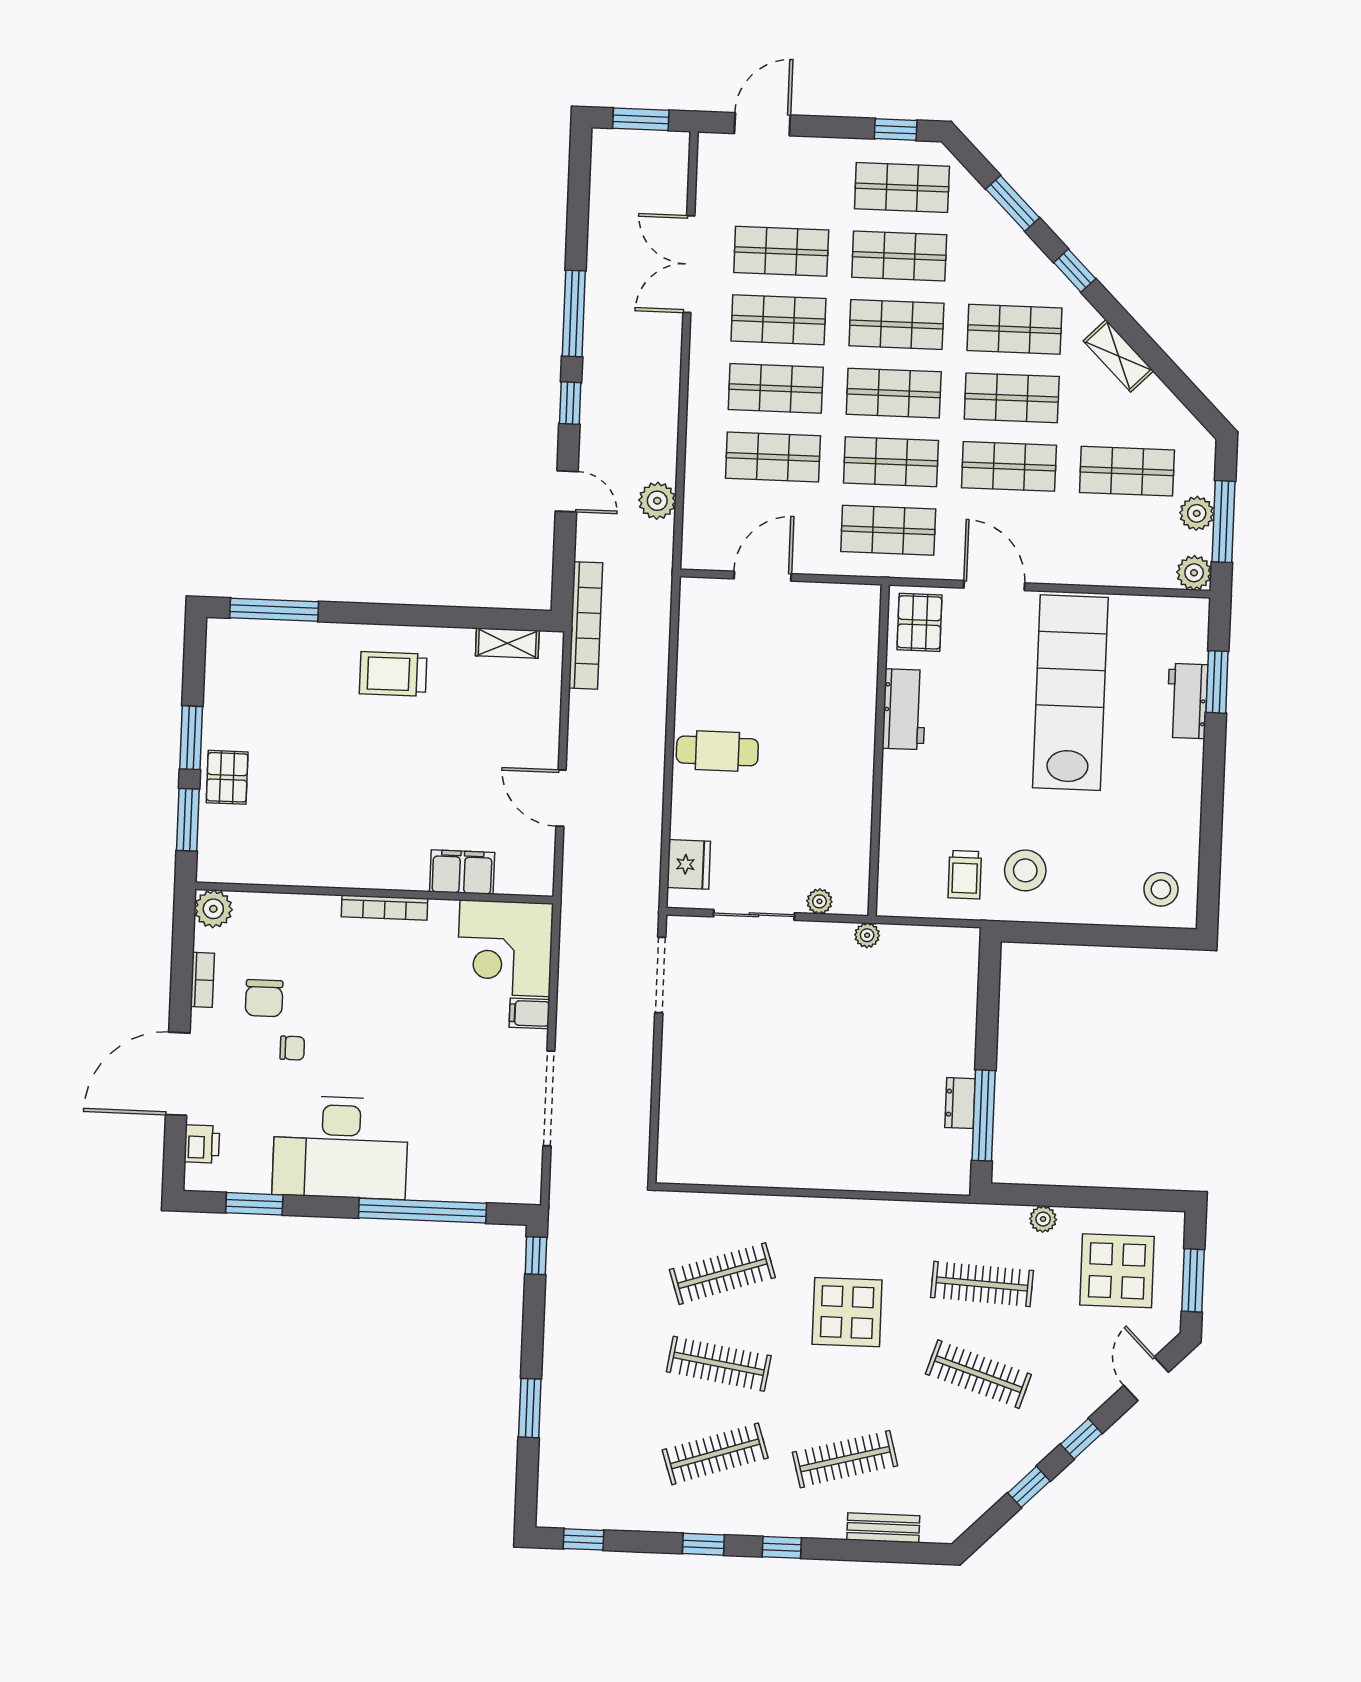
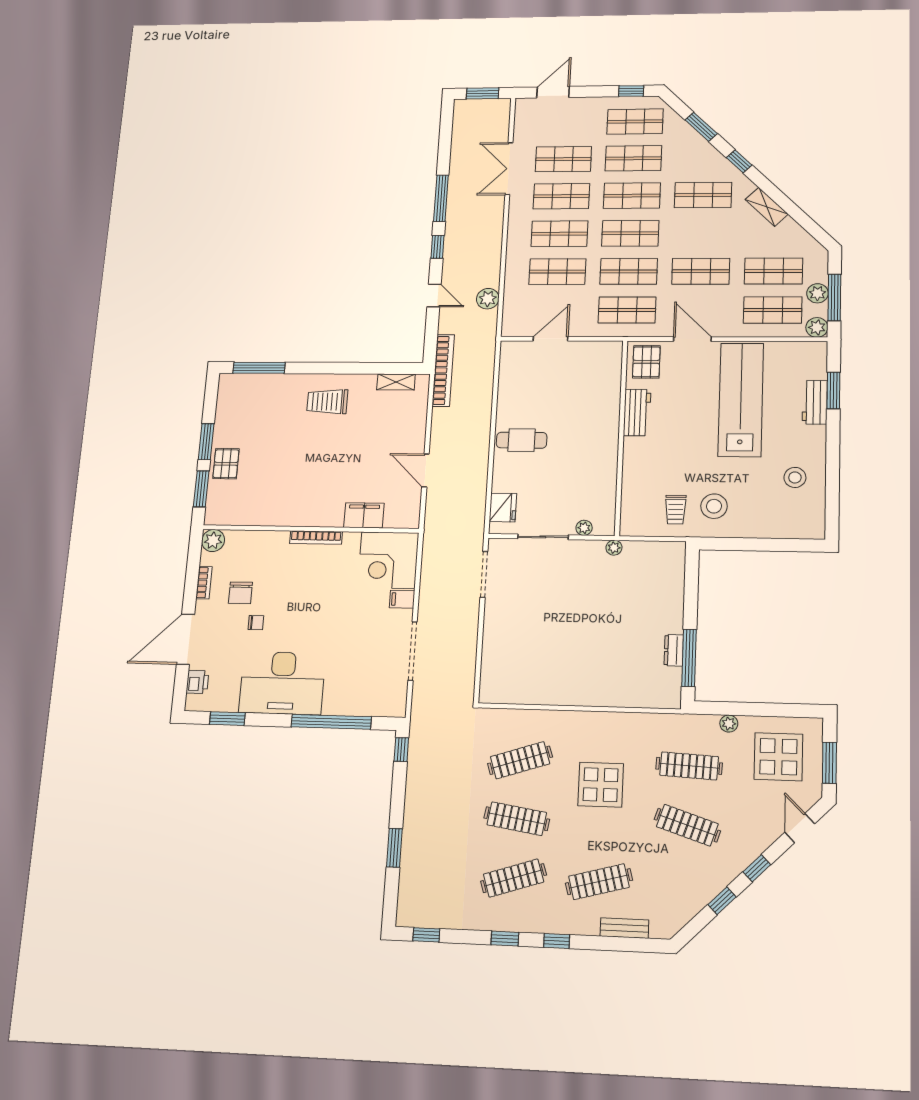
shop shelf: (1012, 398) -> (773, 310), moved
stool: (1161, 889) -> (795, 477), moved

